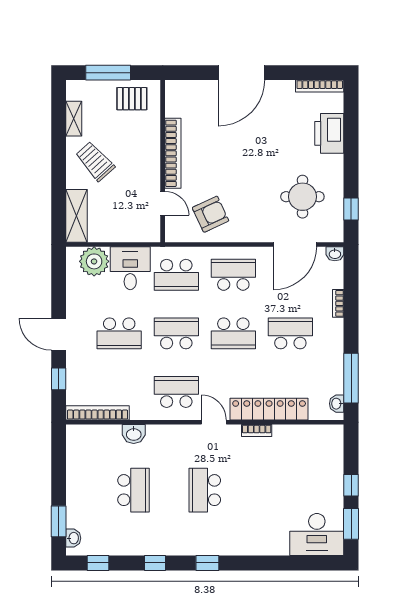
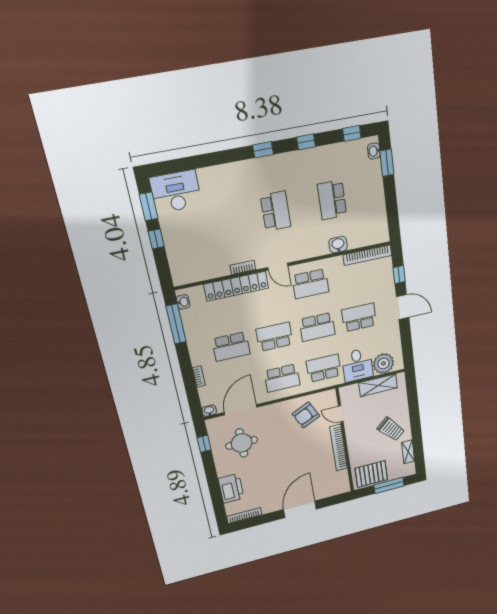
pallet: (132, 99) -> (371, 474), width x1.50, depth x1.42
shelving: (76, 216) -> (378, 385), moved, turned 90

